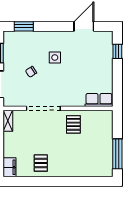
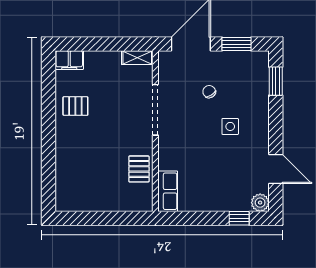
plant: (107, 37) -> (260, 203), added
pallet: (73, 124) -> (139, 169), moved, turned 90
window: (117, 154) -> (89, 218), removed

